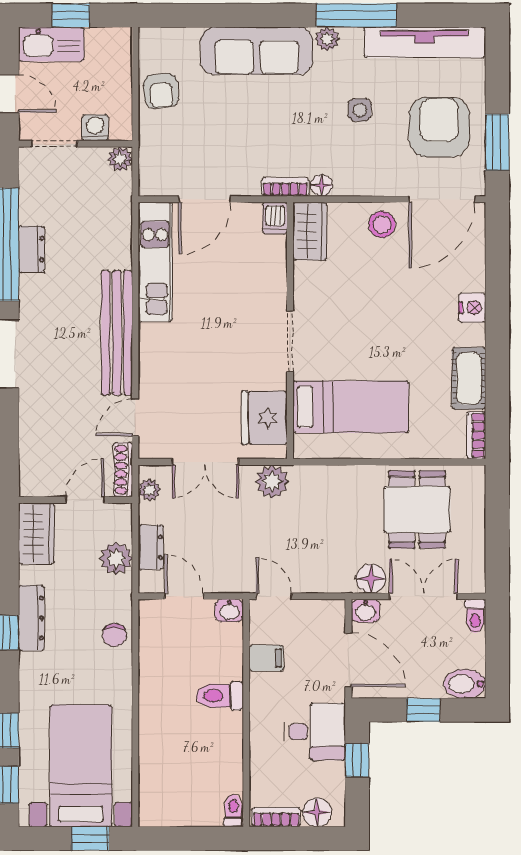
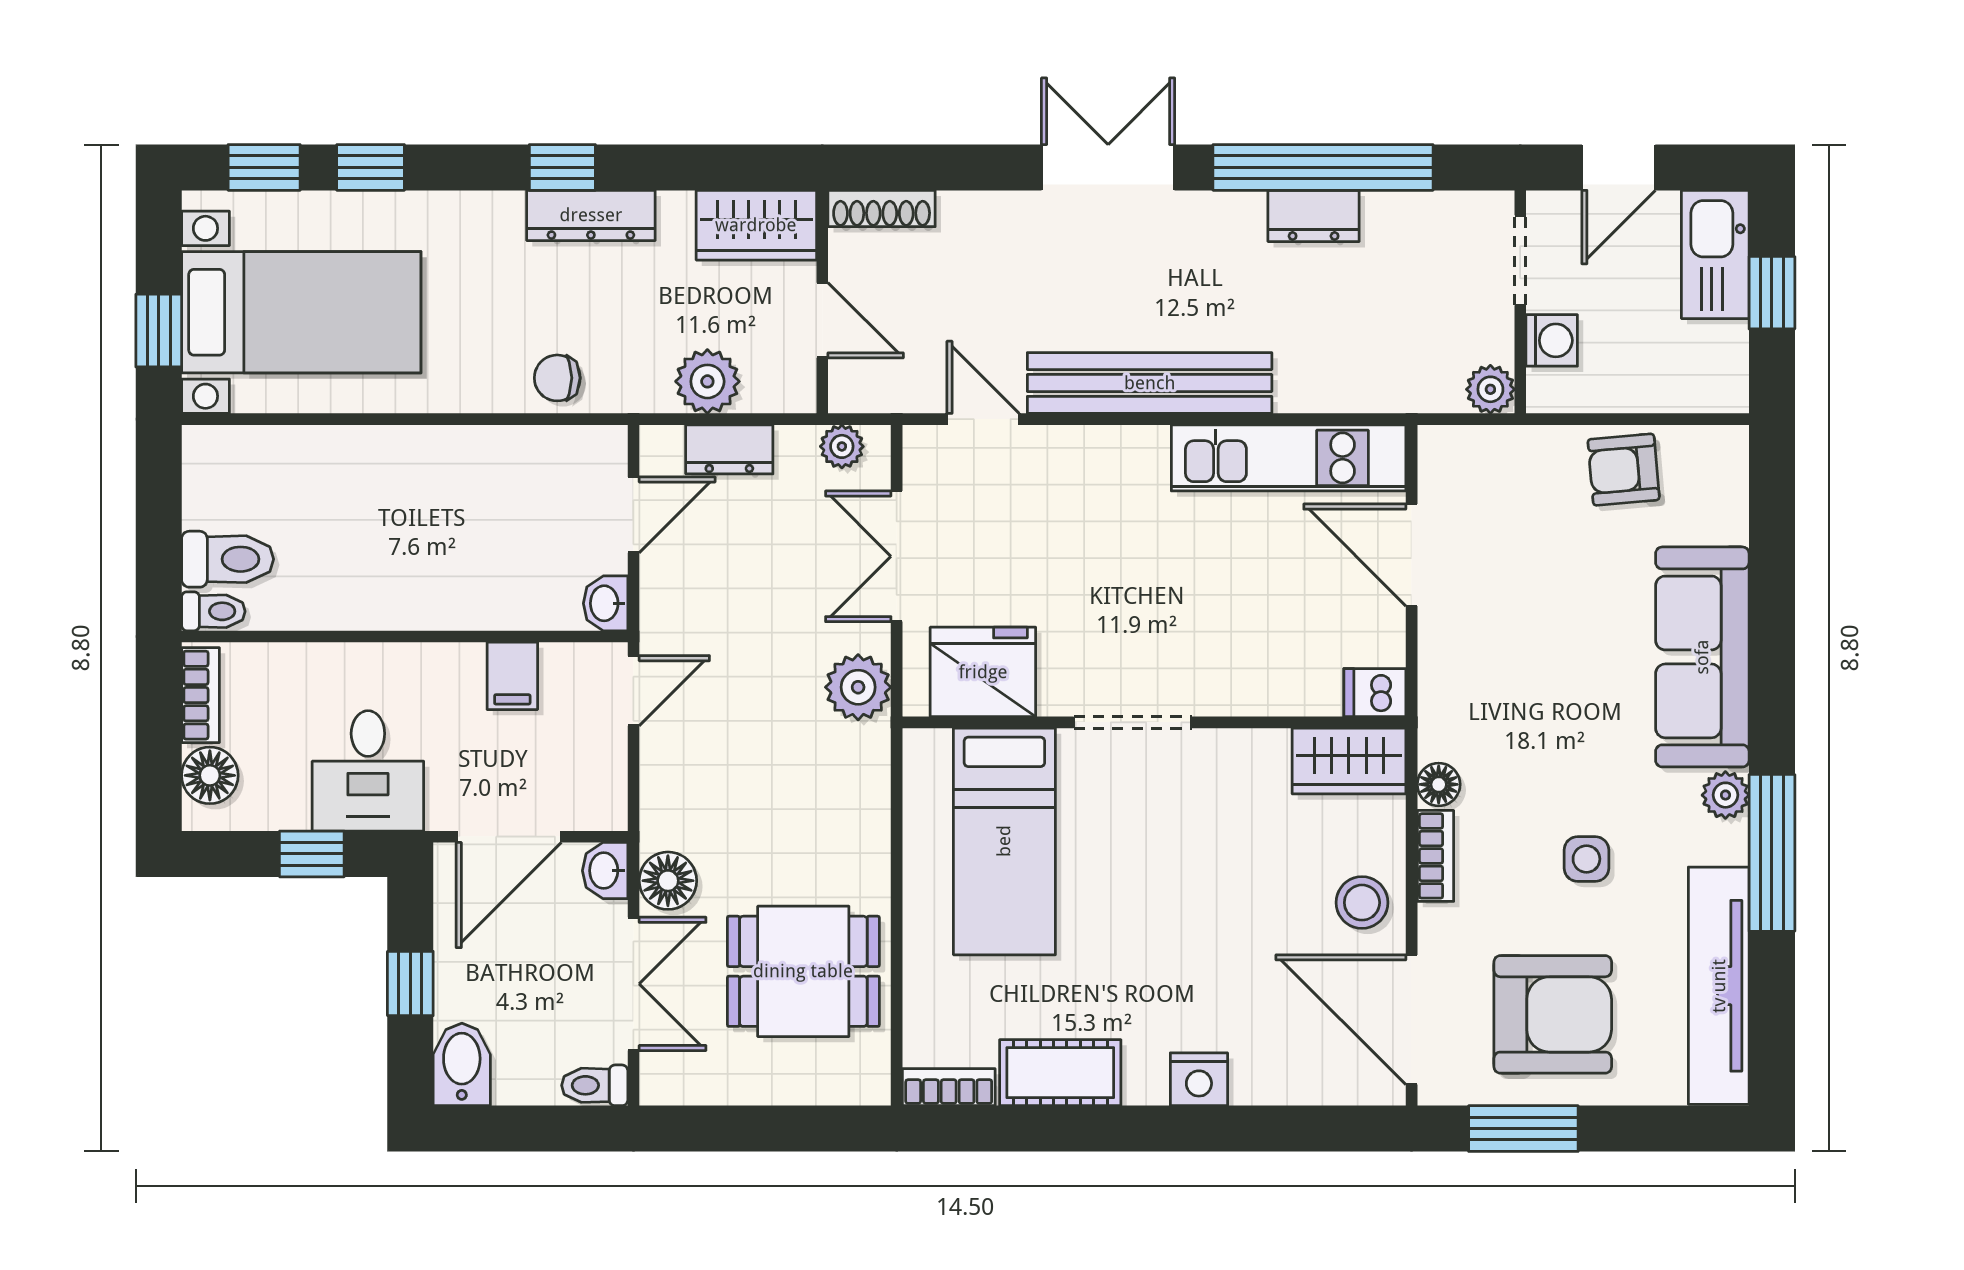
bookcase: (285, 187) -> (1435, 856), moved
shoe rack: (123, 470) -> (882, 208), moved, turned 180
toilet: (220, 696) -> (228, 559), moved, turned 90

